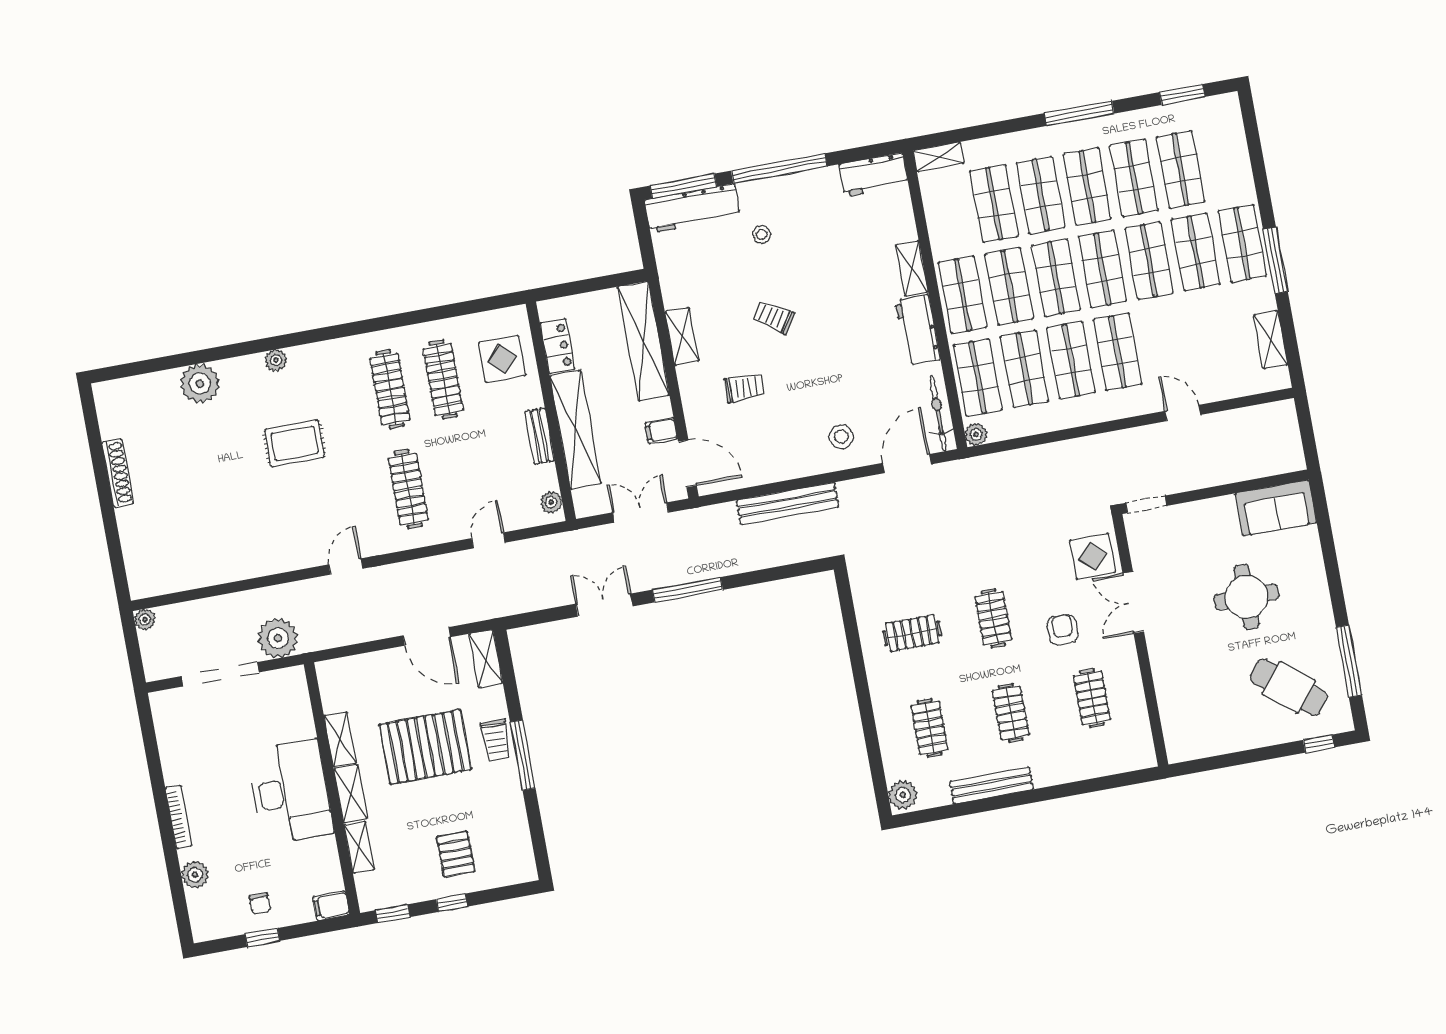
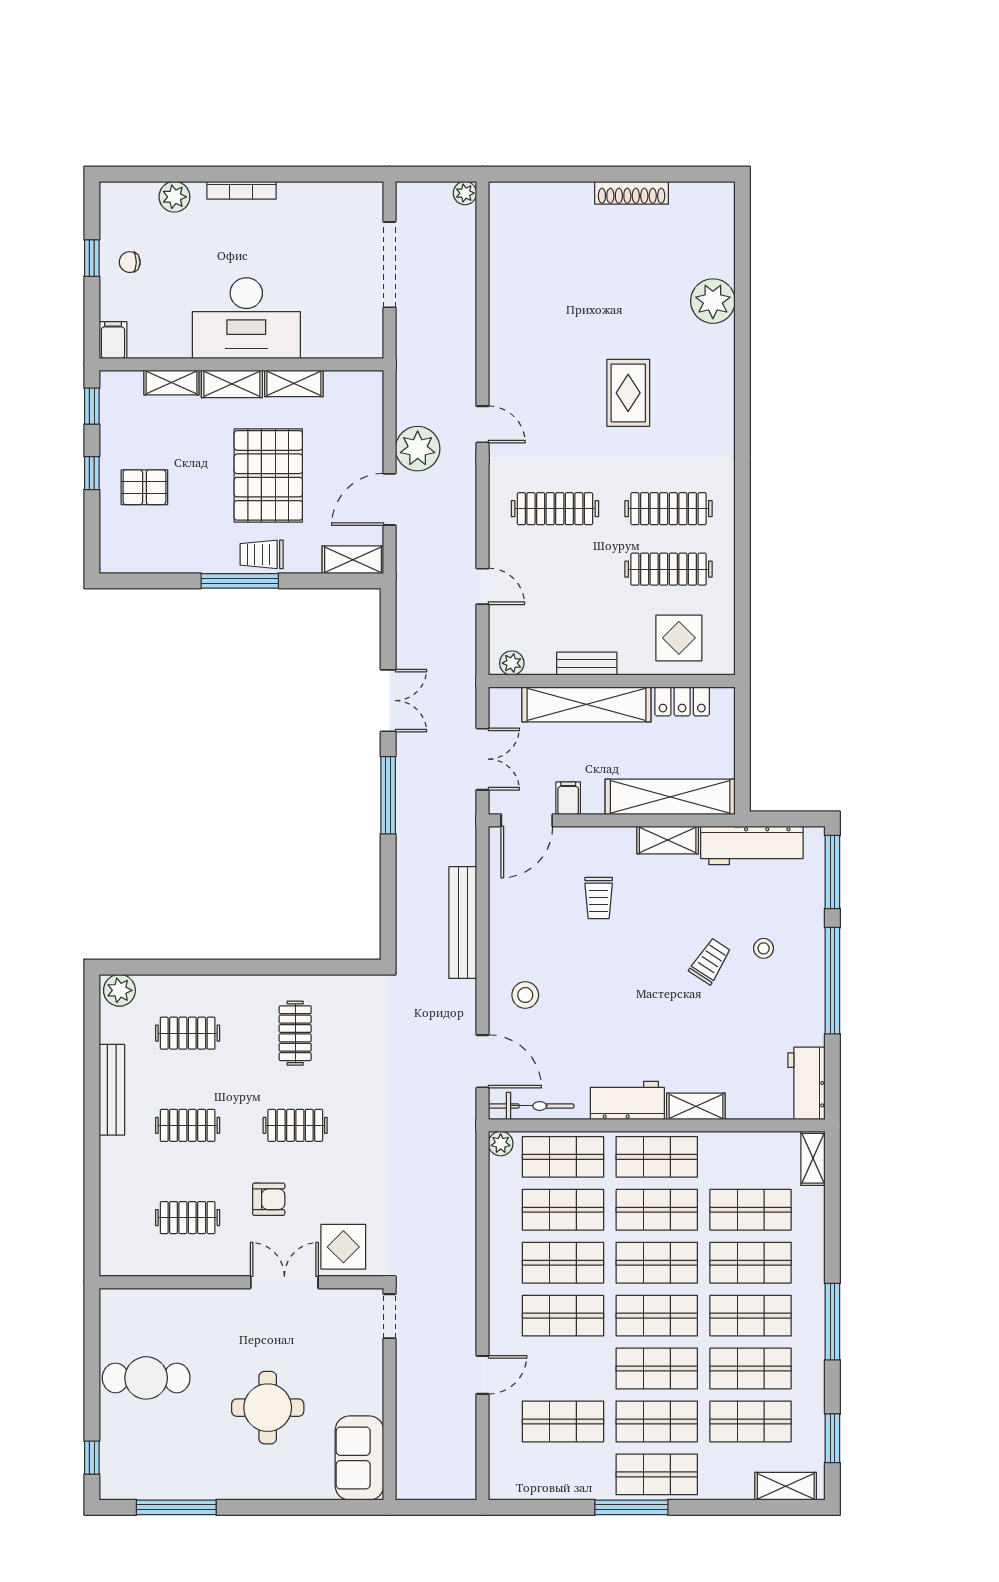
workbench: (692, 208) -> (752, 845), moved, turned -90
trolley: (774, 317) -> (710, 961), moved
shop shelf: (1211, 335) -> (563, 1421), added
shelving: (1271, 340) -> (786, 1486), moved
plant: (276, 360) -> (723, 389), removed
plant: (278, 638) -> (418, 449), moved
cafe table: (1289, 687) -> (146, 1378), moved, turned 51

